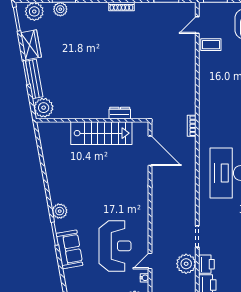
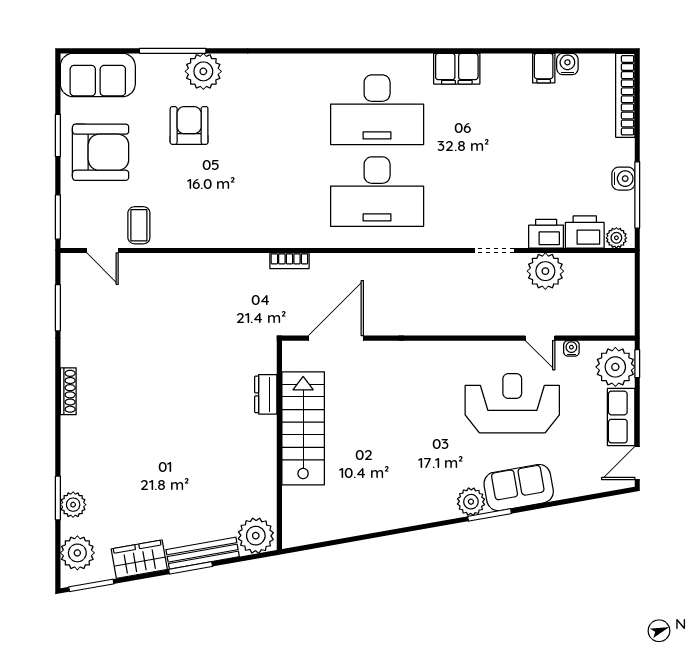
plant: (60, 211) -> (471, 502), moved

